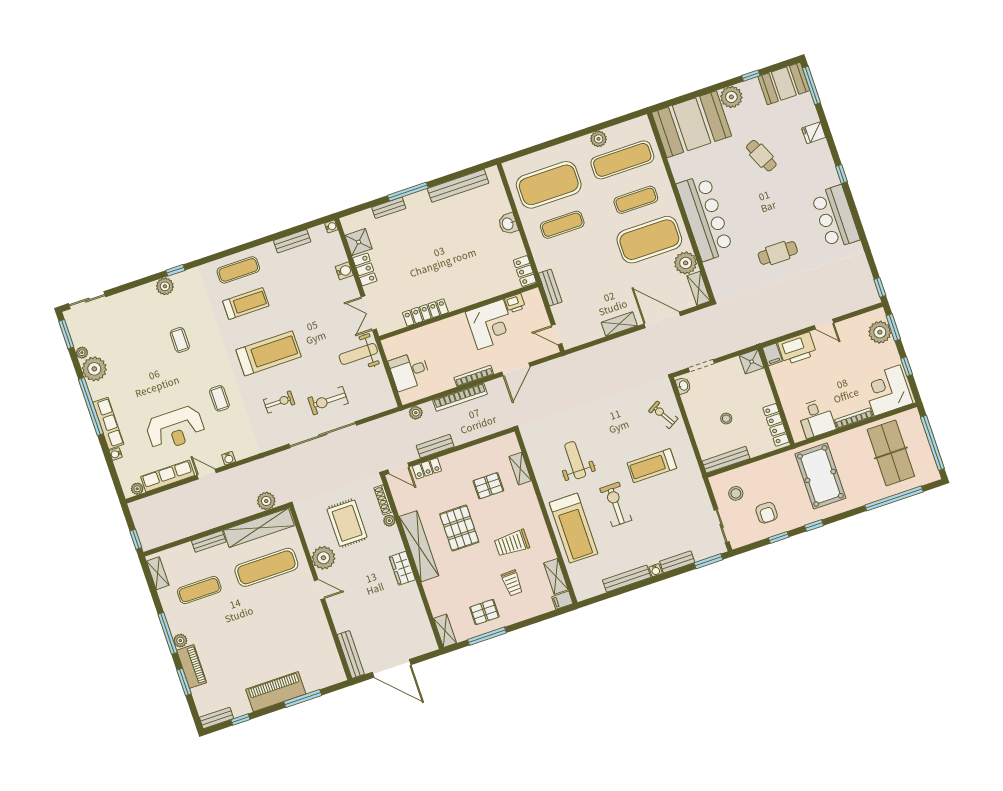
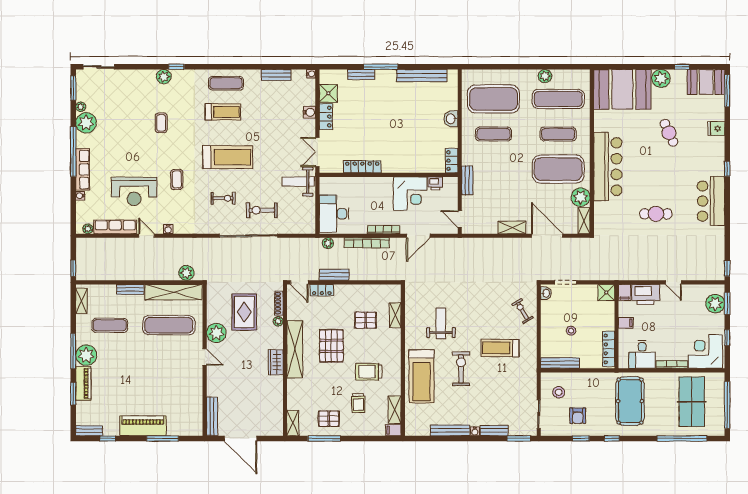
desk: (409, 371) -> (334, 214), width x1.37
filing cabinet: (785, 389) -> (626, 323), added
plant: (180, 641) -> (86, 355), width x1.88, depth x1.88

